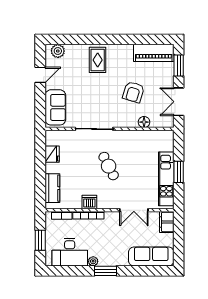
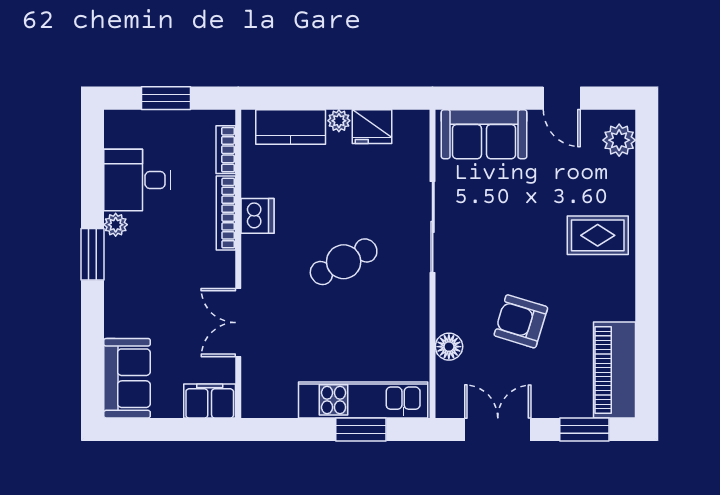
plant: (50, 168) -> (339, 121), added
window: (179, 172) -> (361, 430), moved
kitchen unit: (166, 179) -> (363, 400), moved
desk: (70, 252) -> (137, 180), width x0.73
sofa: (151, 257) -> (127, 378), width x0.73

